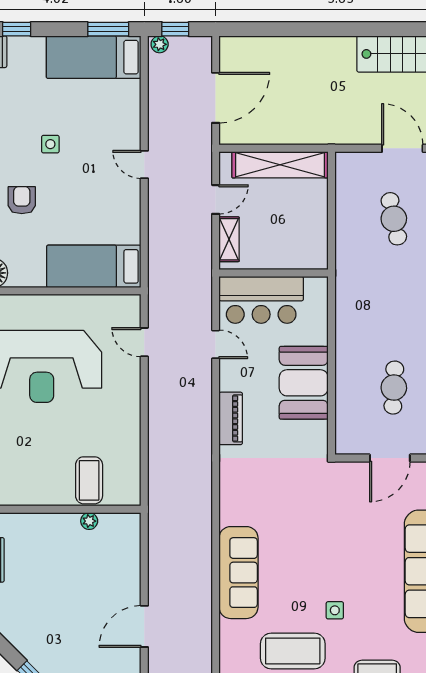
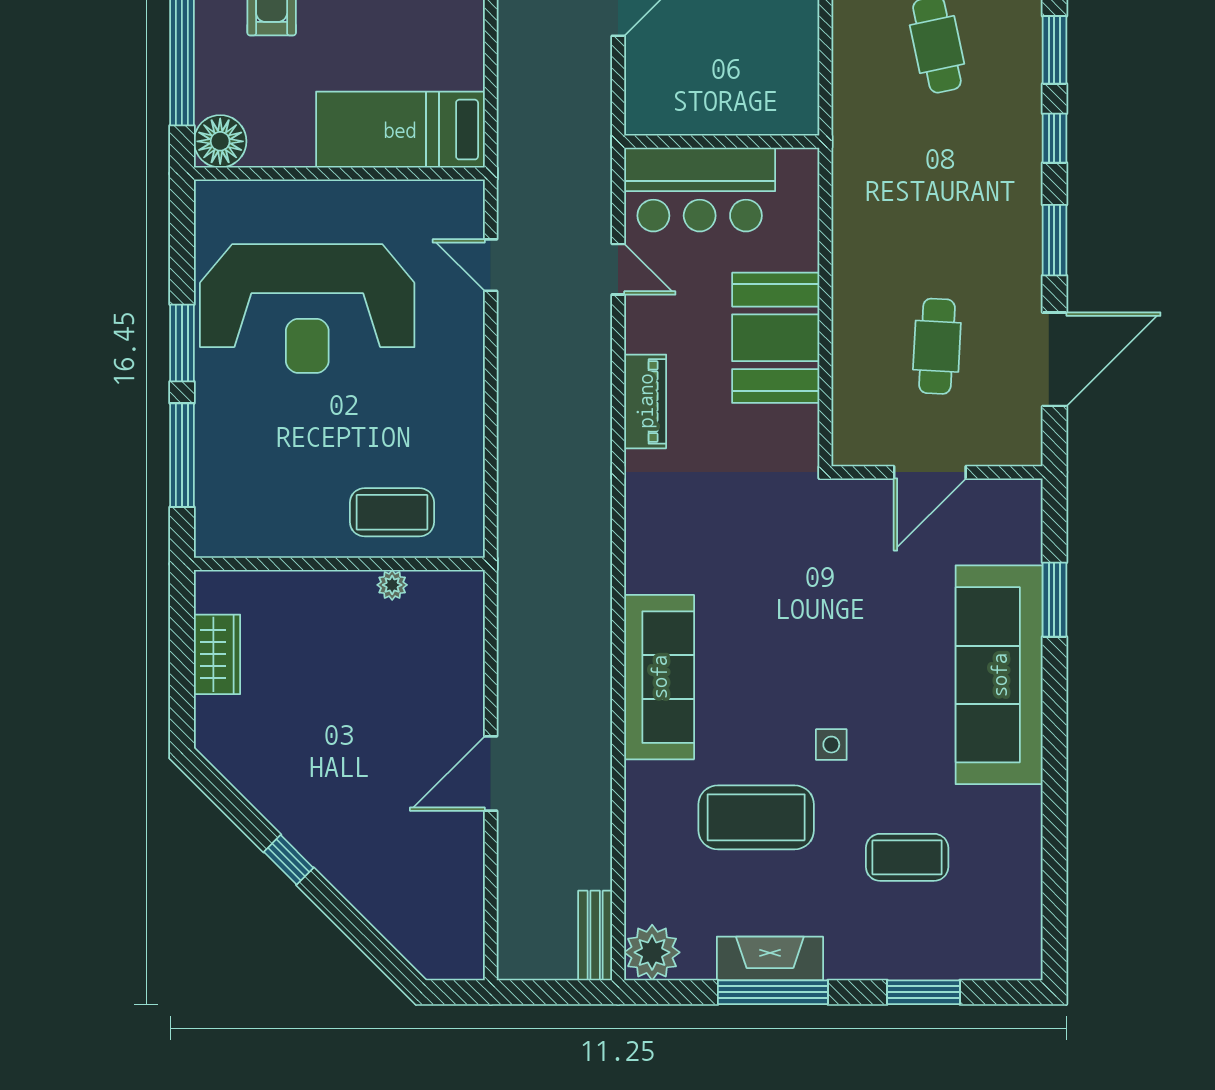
shelving: (229, 239) -> (642, 81), removed
coffee table: (89, 480) -> (392, 512), turned 90

